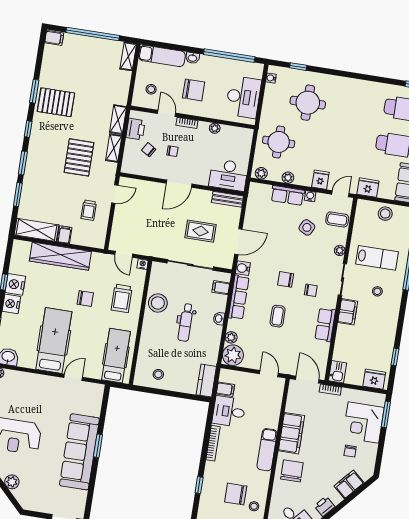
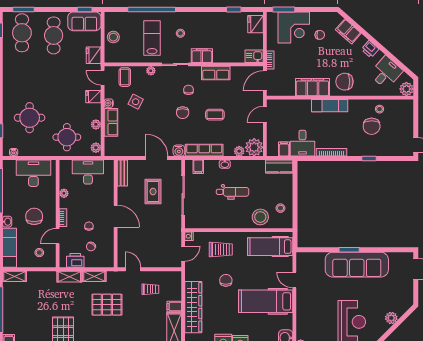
desk: (228, 175) -> (88, 172), moved, turned -90
stool: (158, 303) -> (260, 217), moved

